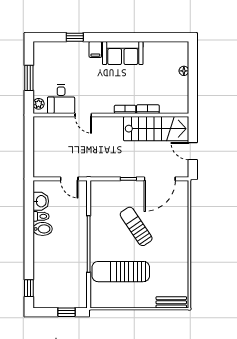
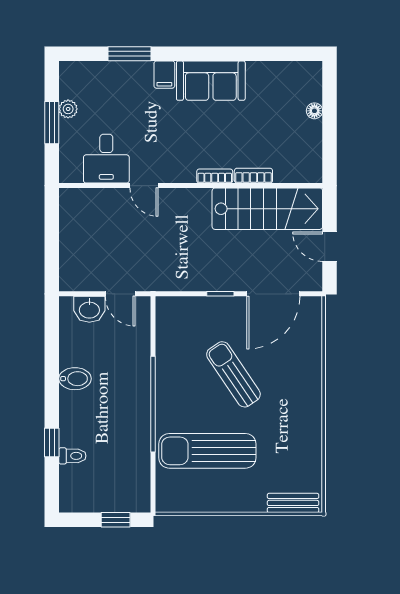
window: (75, 37) -> (129, 54), width x1.50
plant: (39, 104) -> (68, 109), moved
washbasin: (41, 201) -> (89, 309), moved, turned 90
toilet: (41, 216) -> (72, 456), moved
window: (29, 288) -> (52, 443), moved

